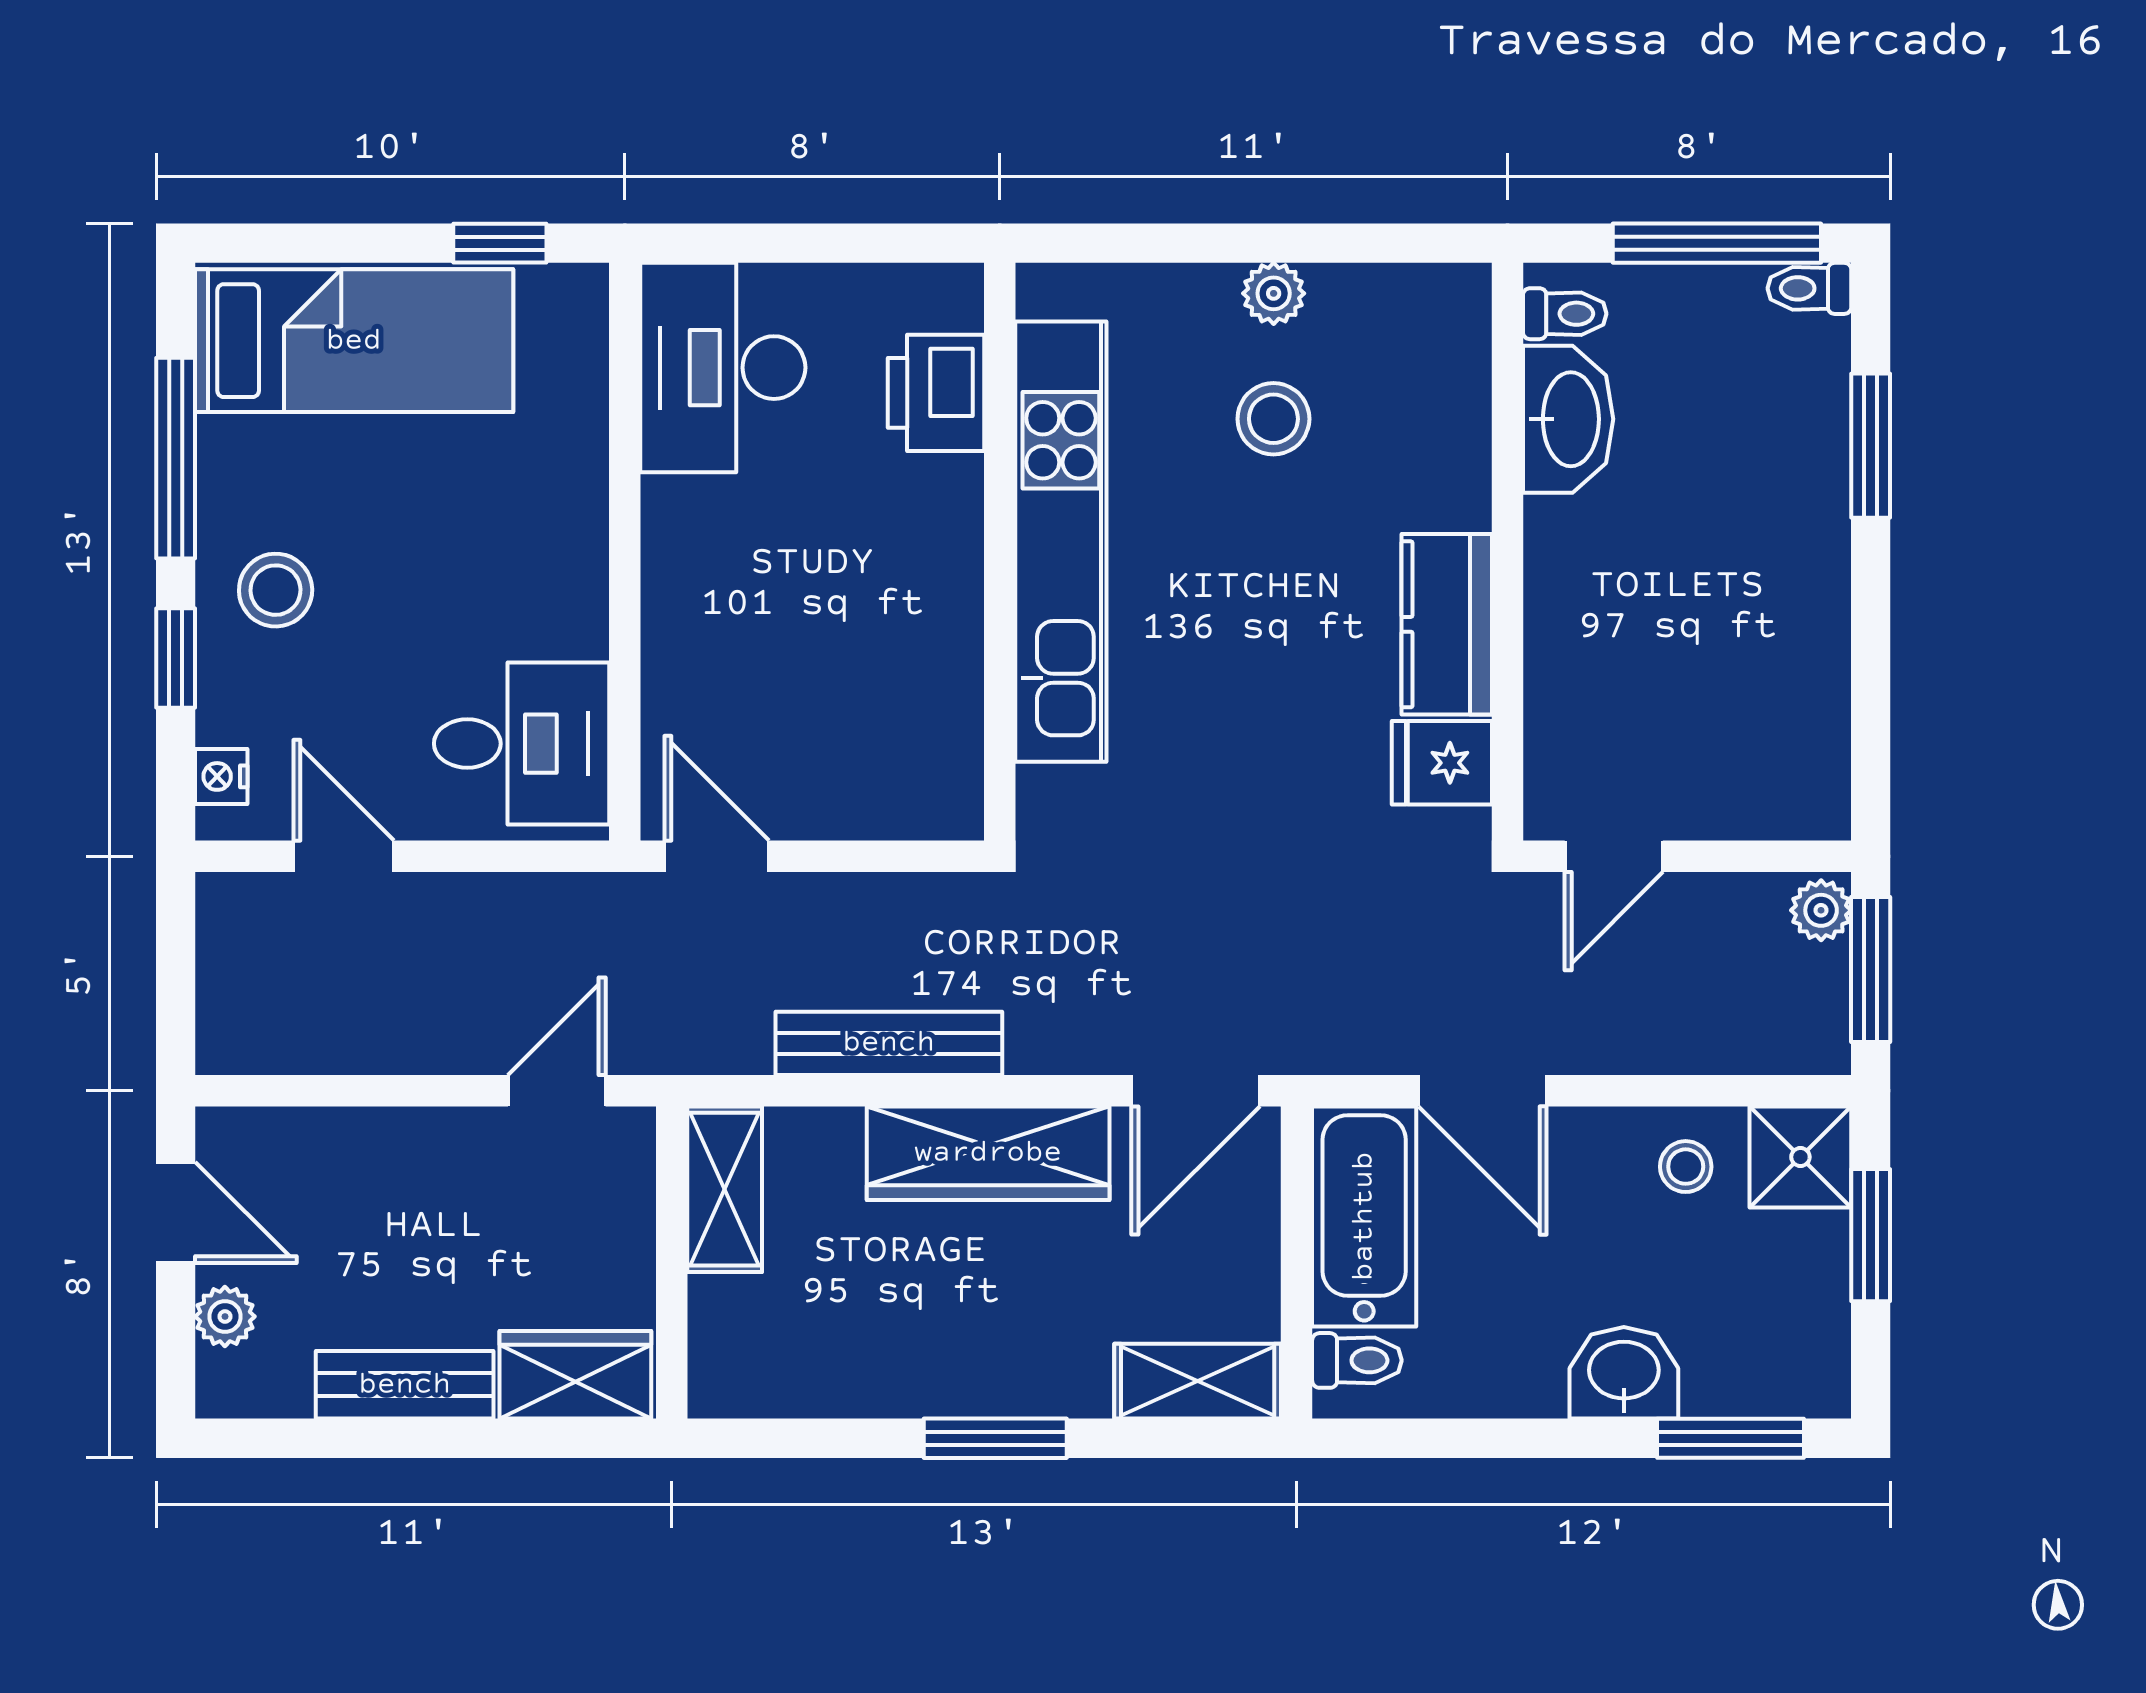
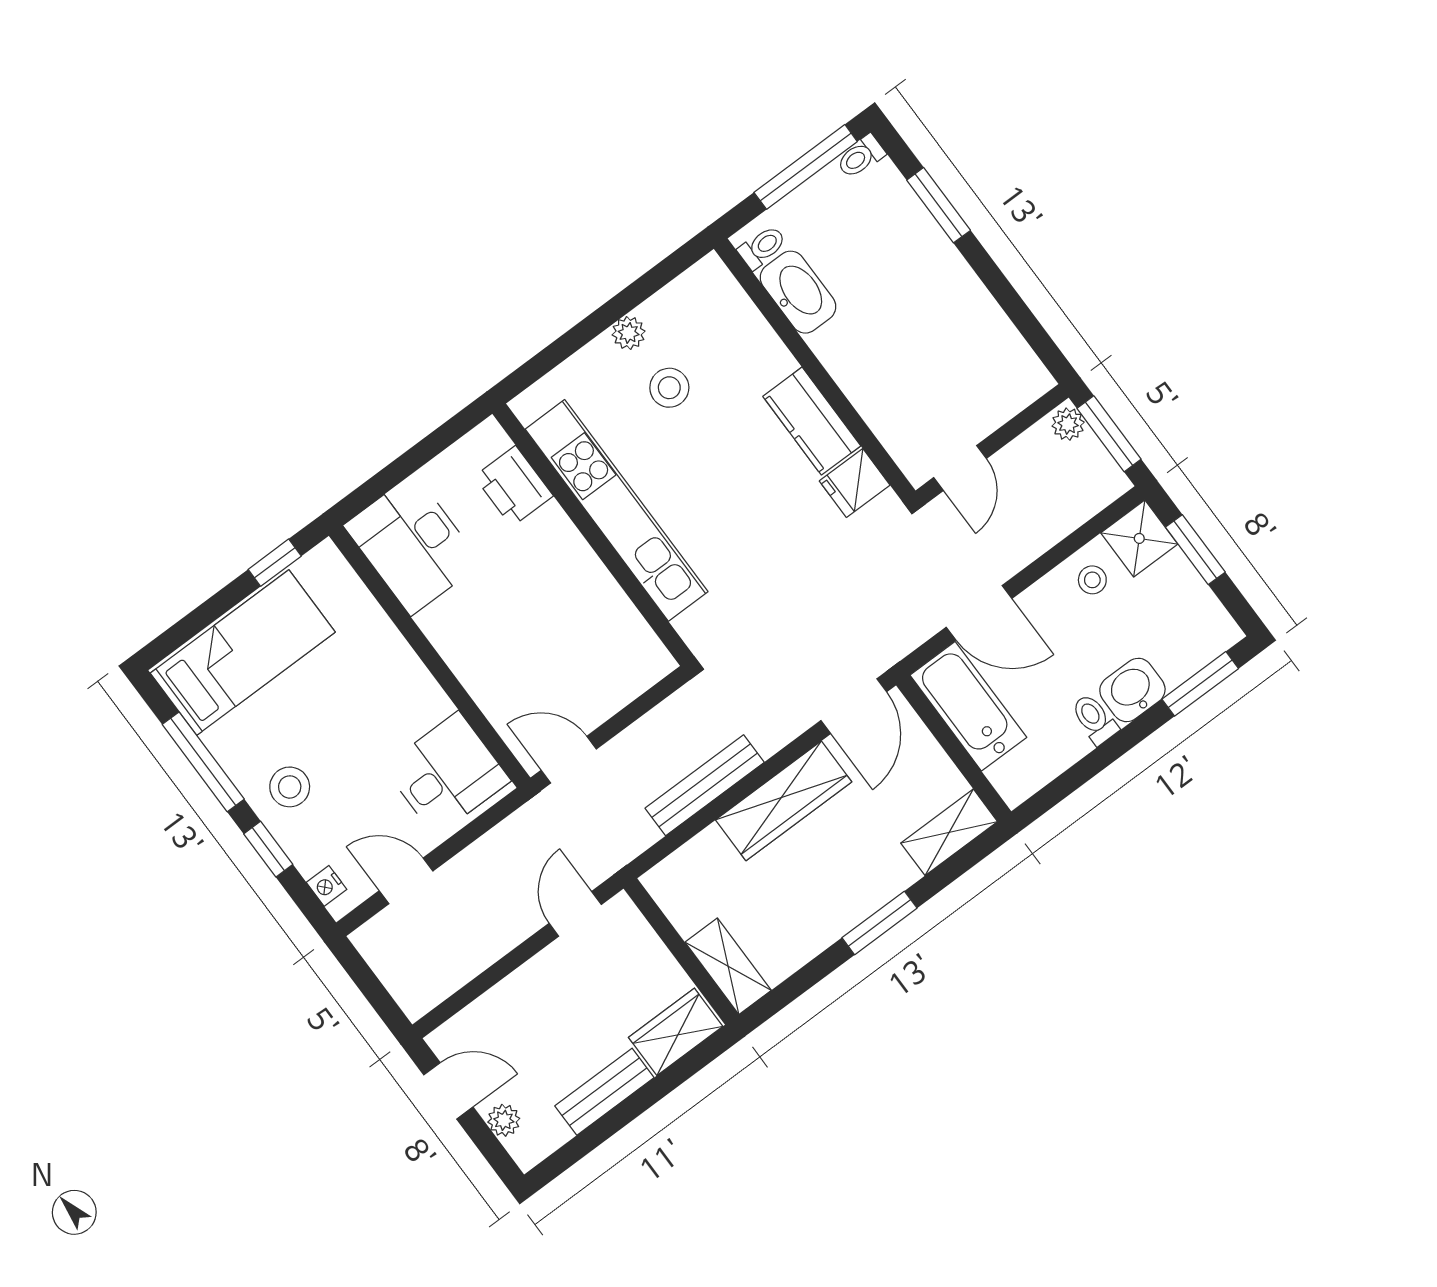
shelving: (725, 1189) -> (728, 966), moved
toilet: (1357, 1360) -> (1094, 719), moved, turned -90

